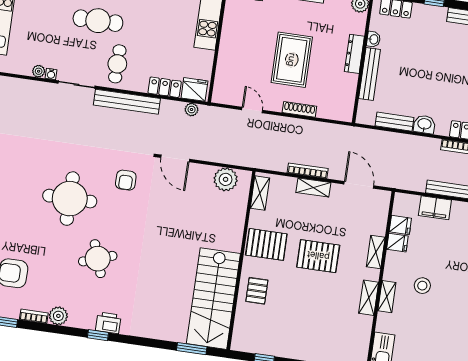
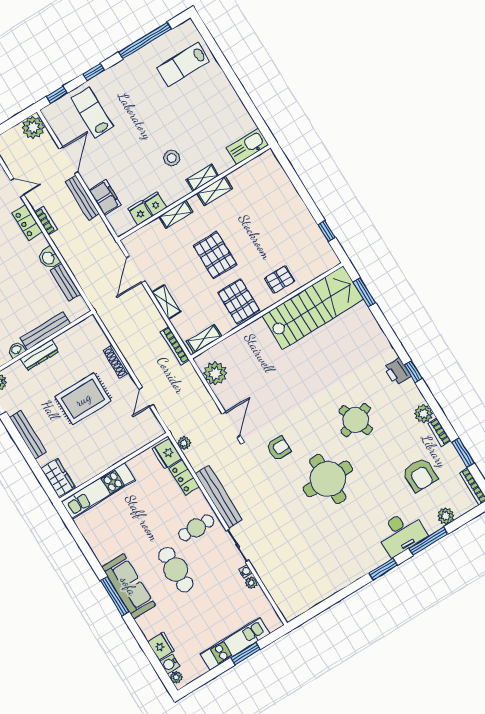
bookcase: (308, 171) -> (175, 346), moved

